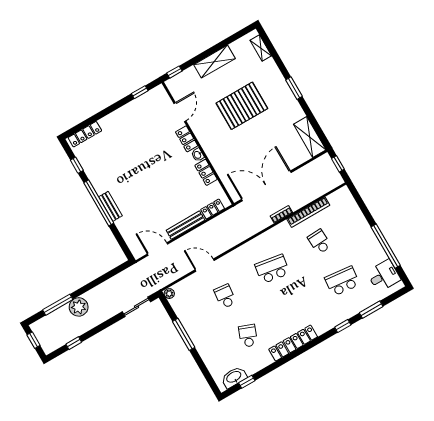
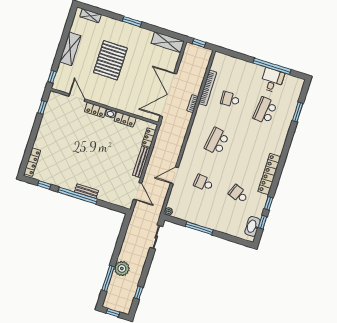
door: (158, 249) -> (138, 191), swing flipped
desk: (384, 276) -> (272, 80), moved
window: (343, 326) -> (269, 203), moved

